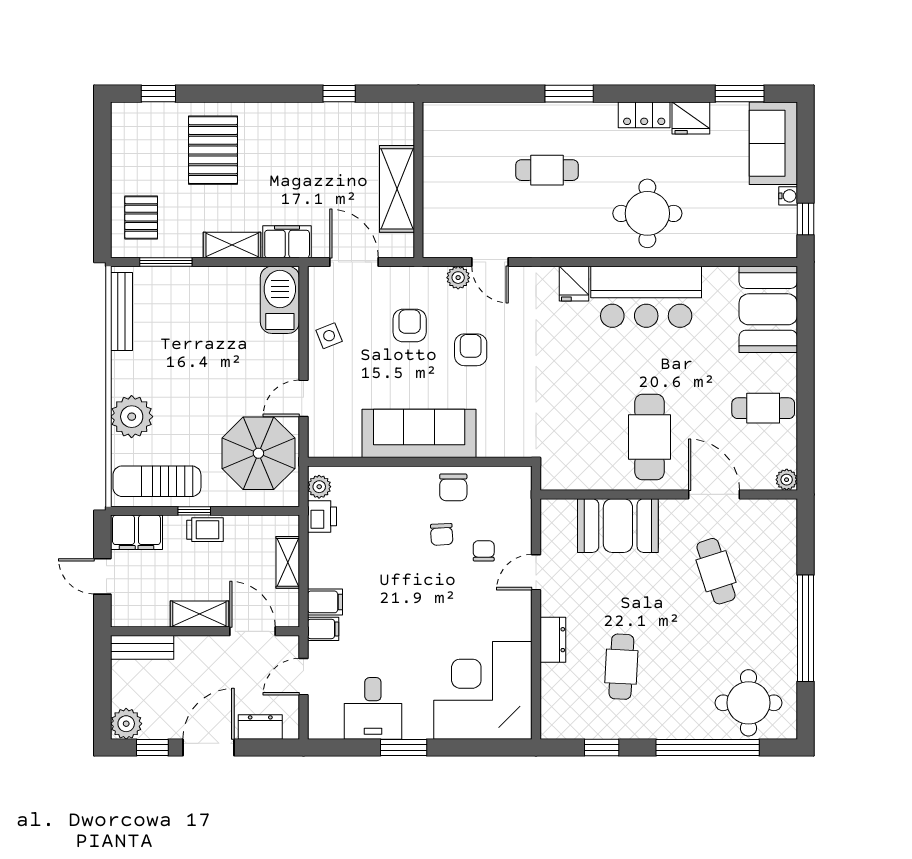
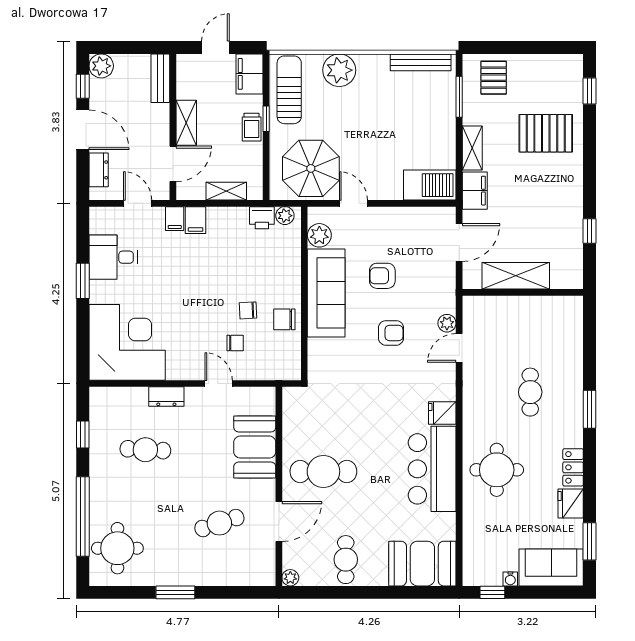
pallet: (141, 217) -> (494, 78), turned 90
armchair: (410, 325) -> (382, 276), moved, turned 180
side table: (329, 336) -> (402, 223), removed
plant: (345, 442) -> (319, 235), added
window: (805, 628) -> (175, 592), width x0.47

